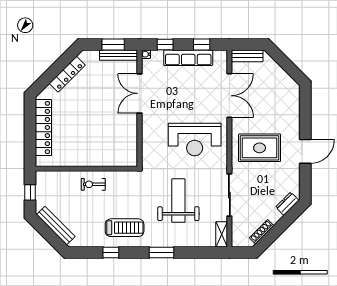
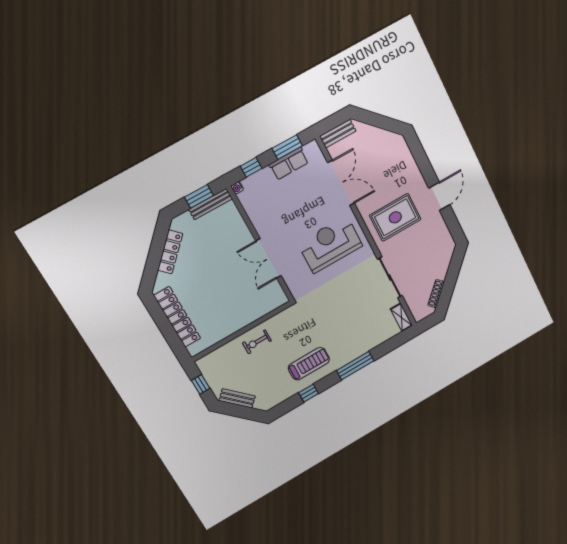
window: (202, 44) -> (287, 147), width x1.50
row of seats: (188, 58) -> (289, 164), width x0.68
double door: (139, 93) -> (268, 258), moved
reception desk: (195, 139) -> (330, 244), turned 180
weight bench: (178, 201) -> (345, 310), removed
dresser: (287, 204) -> (447, 255), removed
bench: (56, 226) -> (237, 398), width x0.73
window: (162, 253) -> (355, 366), width x1.44

